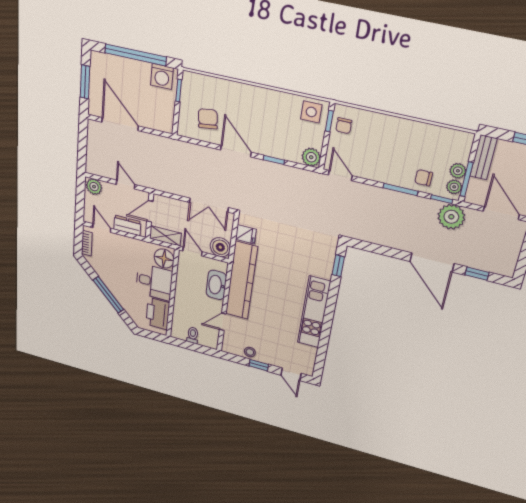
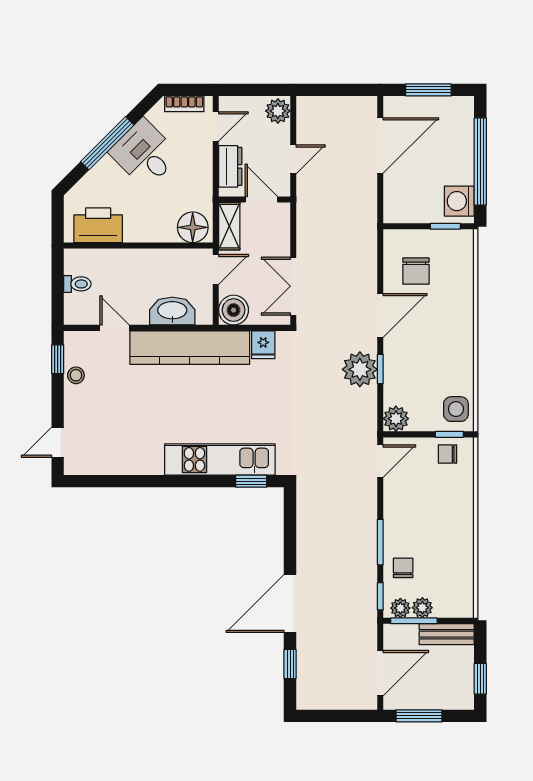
chair: (208, 119) -> (416, 271), turned 97
plant: (451, 217) -> (360, 369), moved
desk: (154, 282) -> (144, 154), moved, turned 135
kitchen unit: (314, 312) -> (220, 459), moved
window: (259, 365) -> (58, 359), moved

